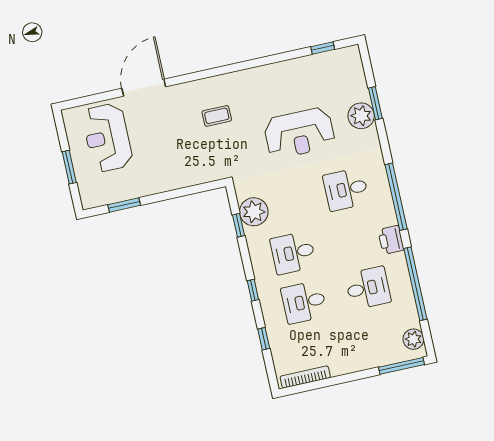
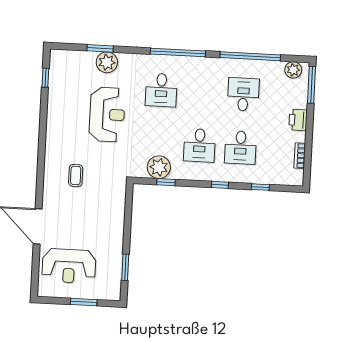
printer: (391, 240) -> (298, 120), moved, turned 90
bookcase: (305, 377) -> (300, 156), width x0.64

